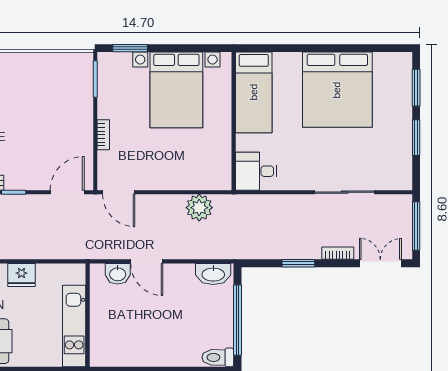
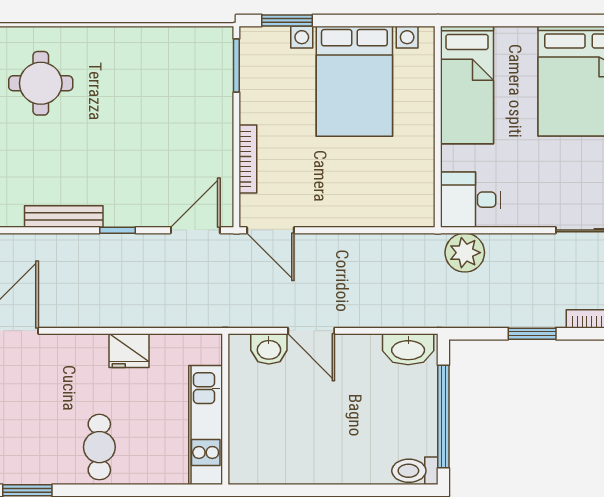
bookcase: (103, 135) -> (248, 159), width x1.56
plant: (199, 208) -> (465, 253), moved

